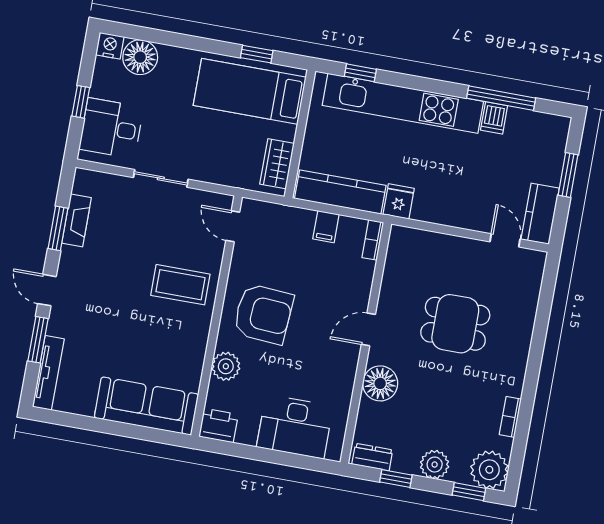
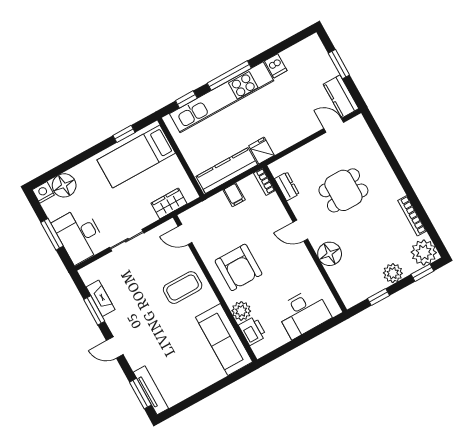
window: (501, 98) -> (229, 76), moved
window: (81, 102) -> (52, 234), width x1.50
desk: (111, 128) -> (79, 235), width x1.37
wardrobe: (277, 164) -> (169, 203), moved, turned 90
armchair: (263, 314) -> (239, 267), turned 86
door: (368, 329) -> (300, 231), hinge flipped
window: (38, 340) -> (140, 394), moved
sofa: (146, 406) -> (224, 340), moved, turned -90
bookcase: (510, 417) -> (412, 216), width x1.56
printer: (219, 426) -> (253, 331), moved, turned 90
dresser: (372, 457) -> (287, 186), moved, turned 90

